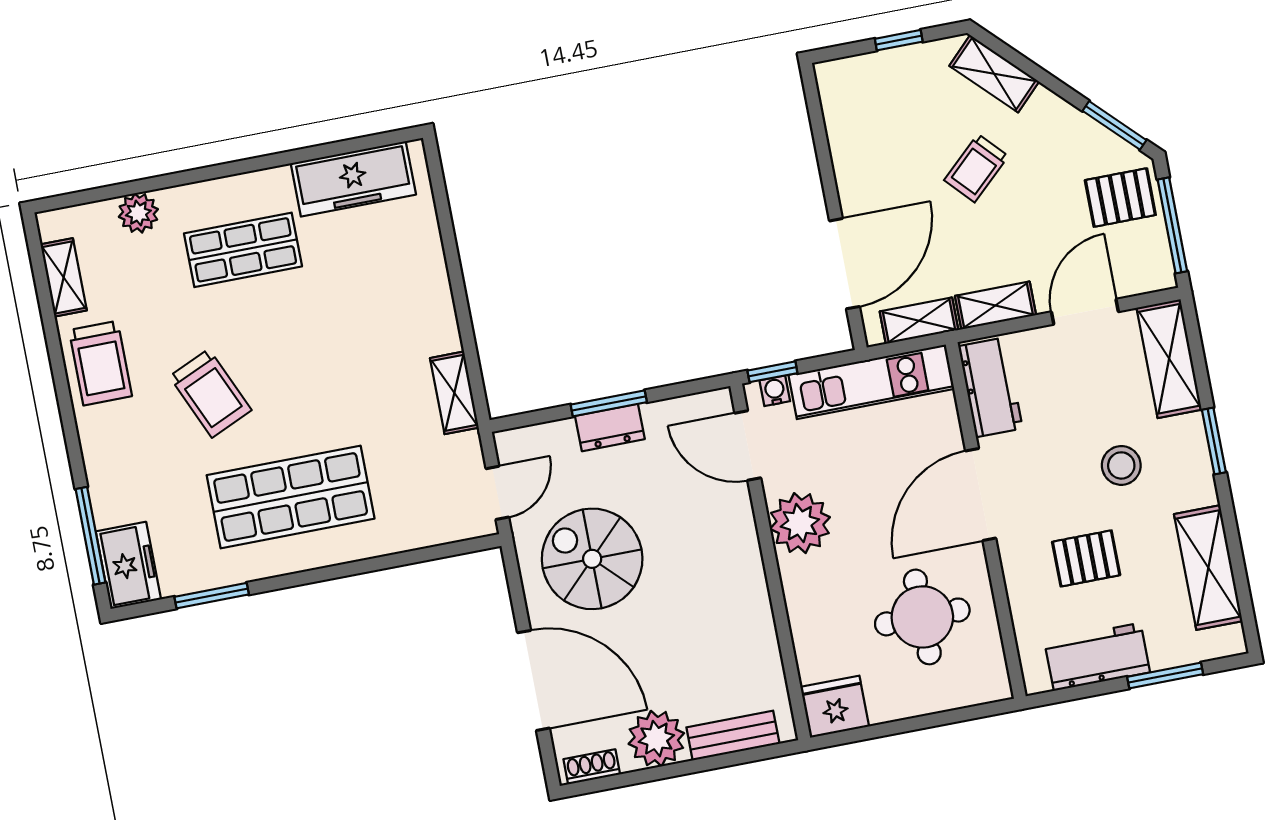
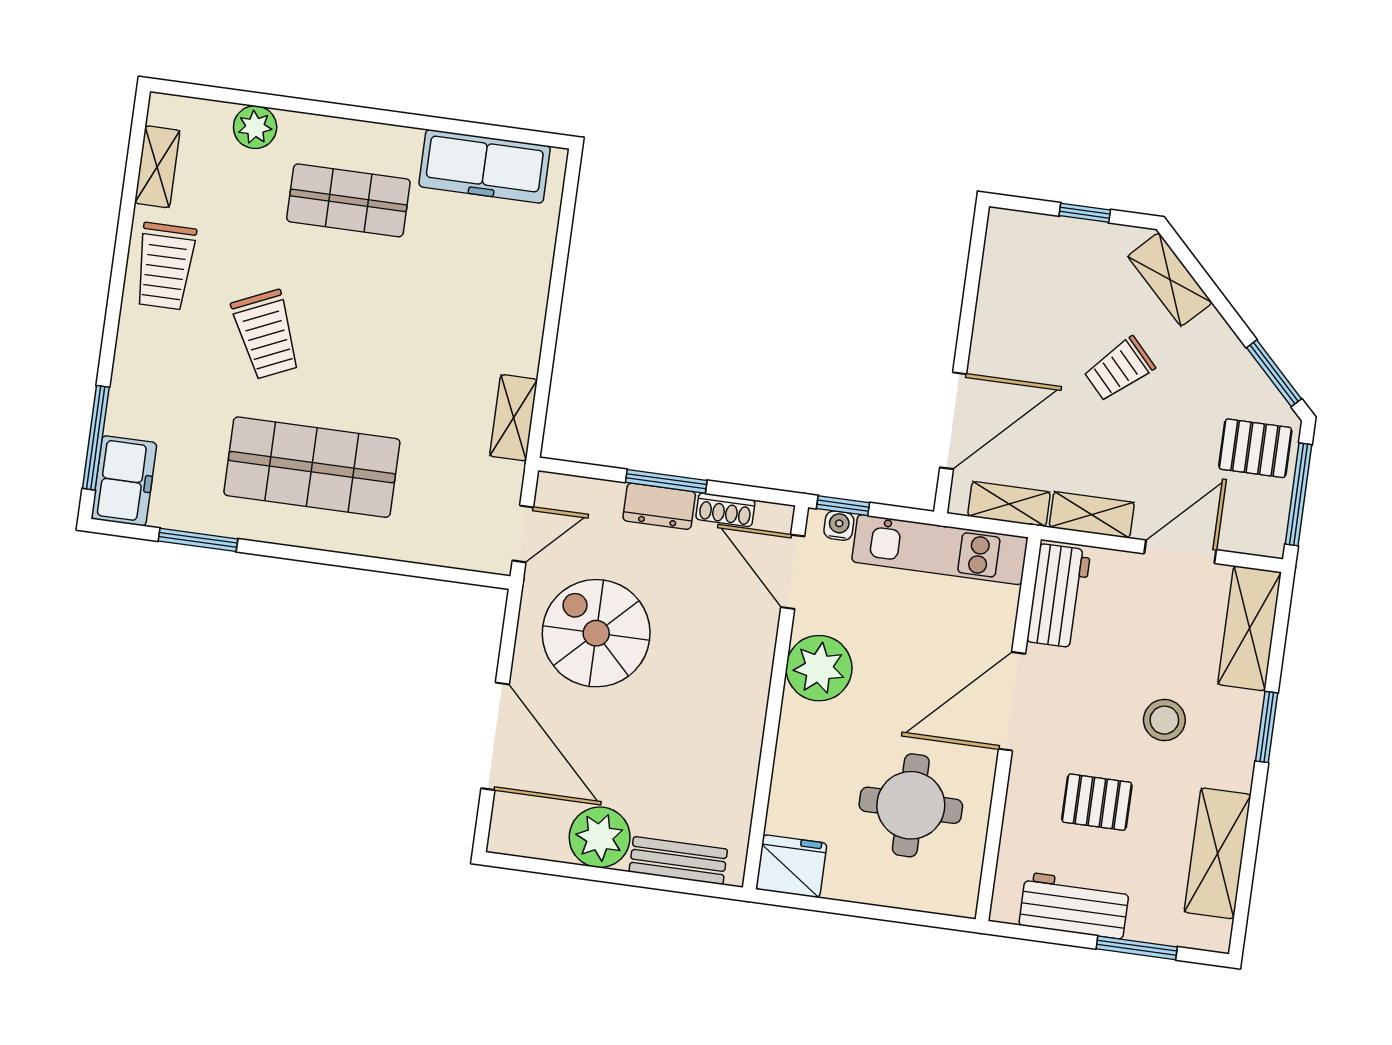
shoe rack: (592, 767) -> (725, 510), moved, turned 180

